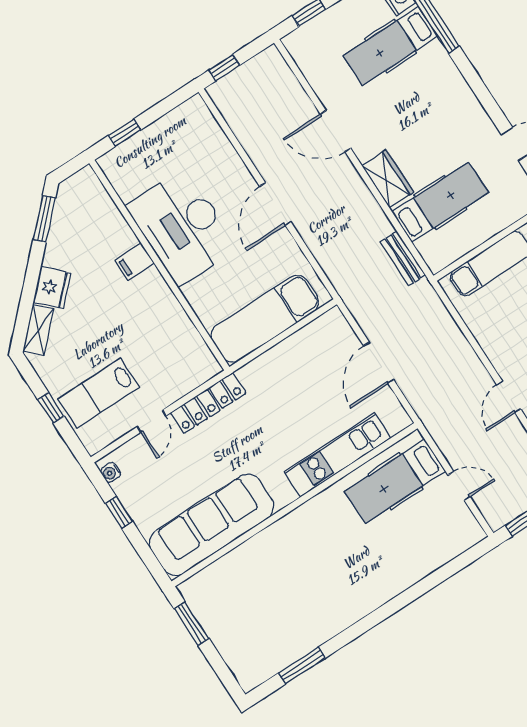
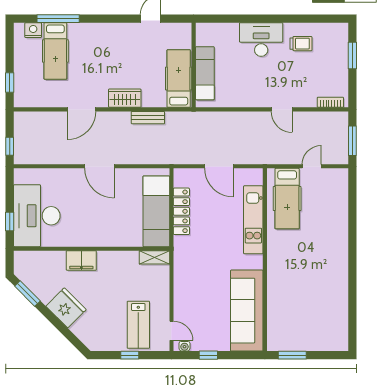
hospital bed: (440, 202) -> (179, 78), moved
desk: (182, 227) -> (37, 216), moved, turned 90
bench: (403, 258) -> (148, 118), moved
filing cabinet: (135, 262) -> (81, 260), width x2.00
fridge: (52, 288) -> (66, 308), width x1.36, depth x1.34
shelving: (38, 330) -> (154, 257), moved, turned -45
locker: (208, 403) -> (181, 211), moved
door: (152, 421) -> (171, 331), moved
window: (302, 665) -> (352, 311), removed

